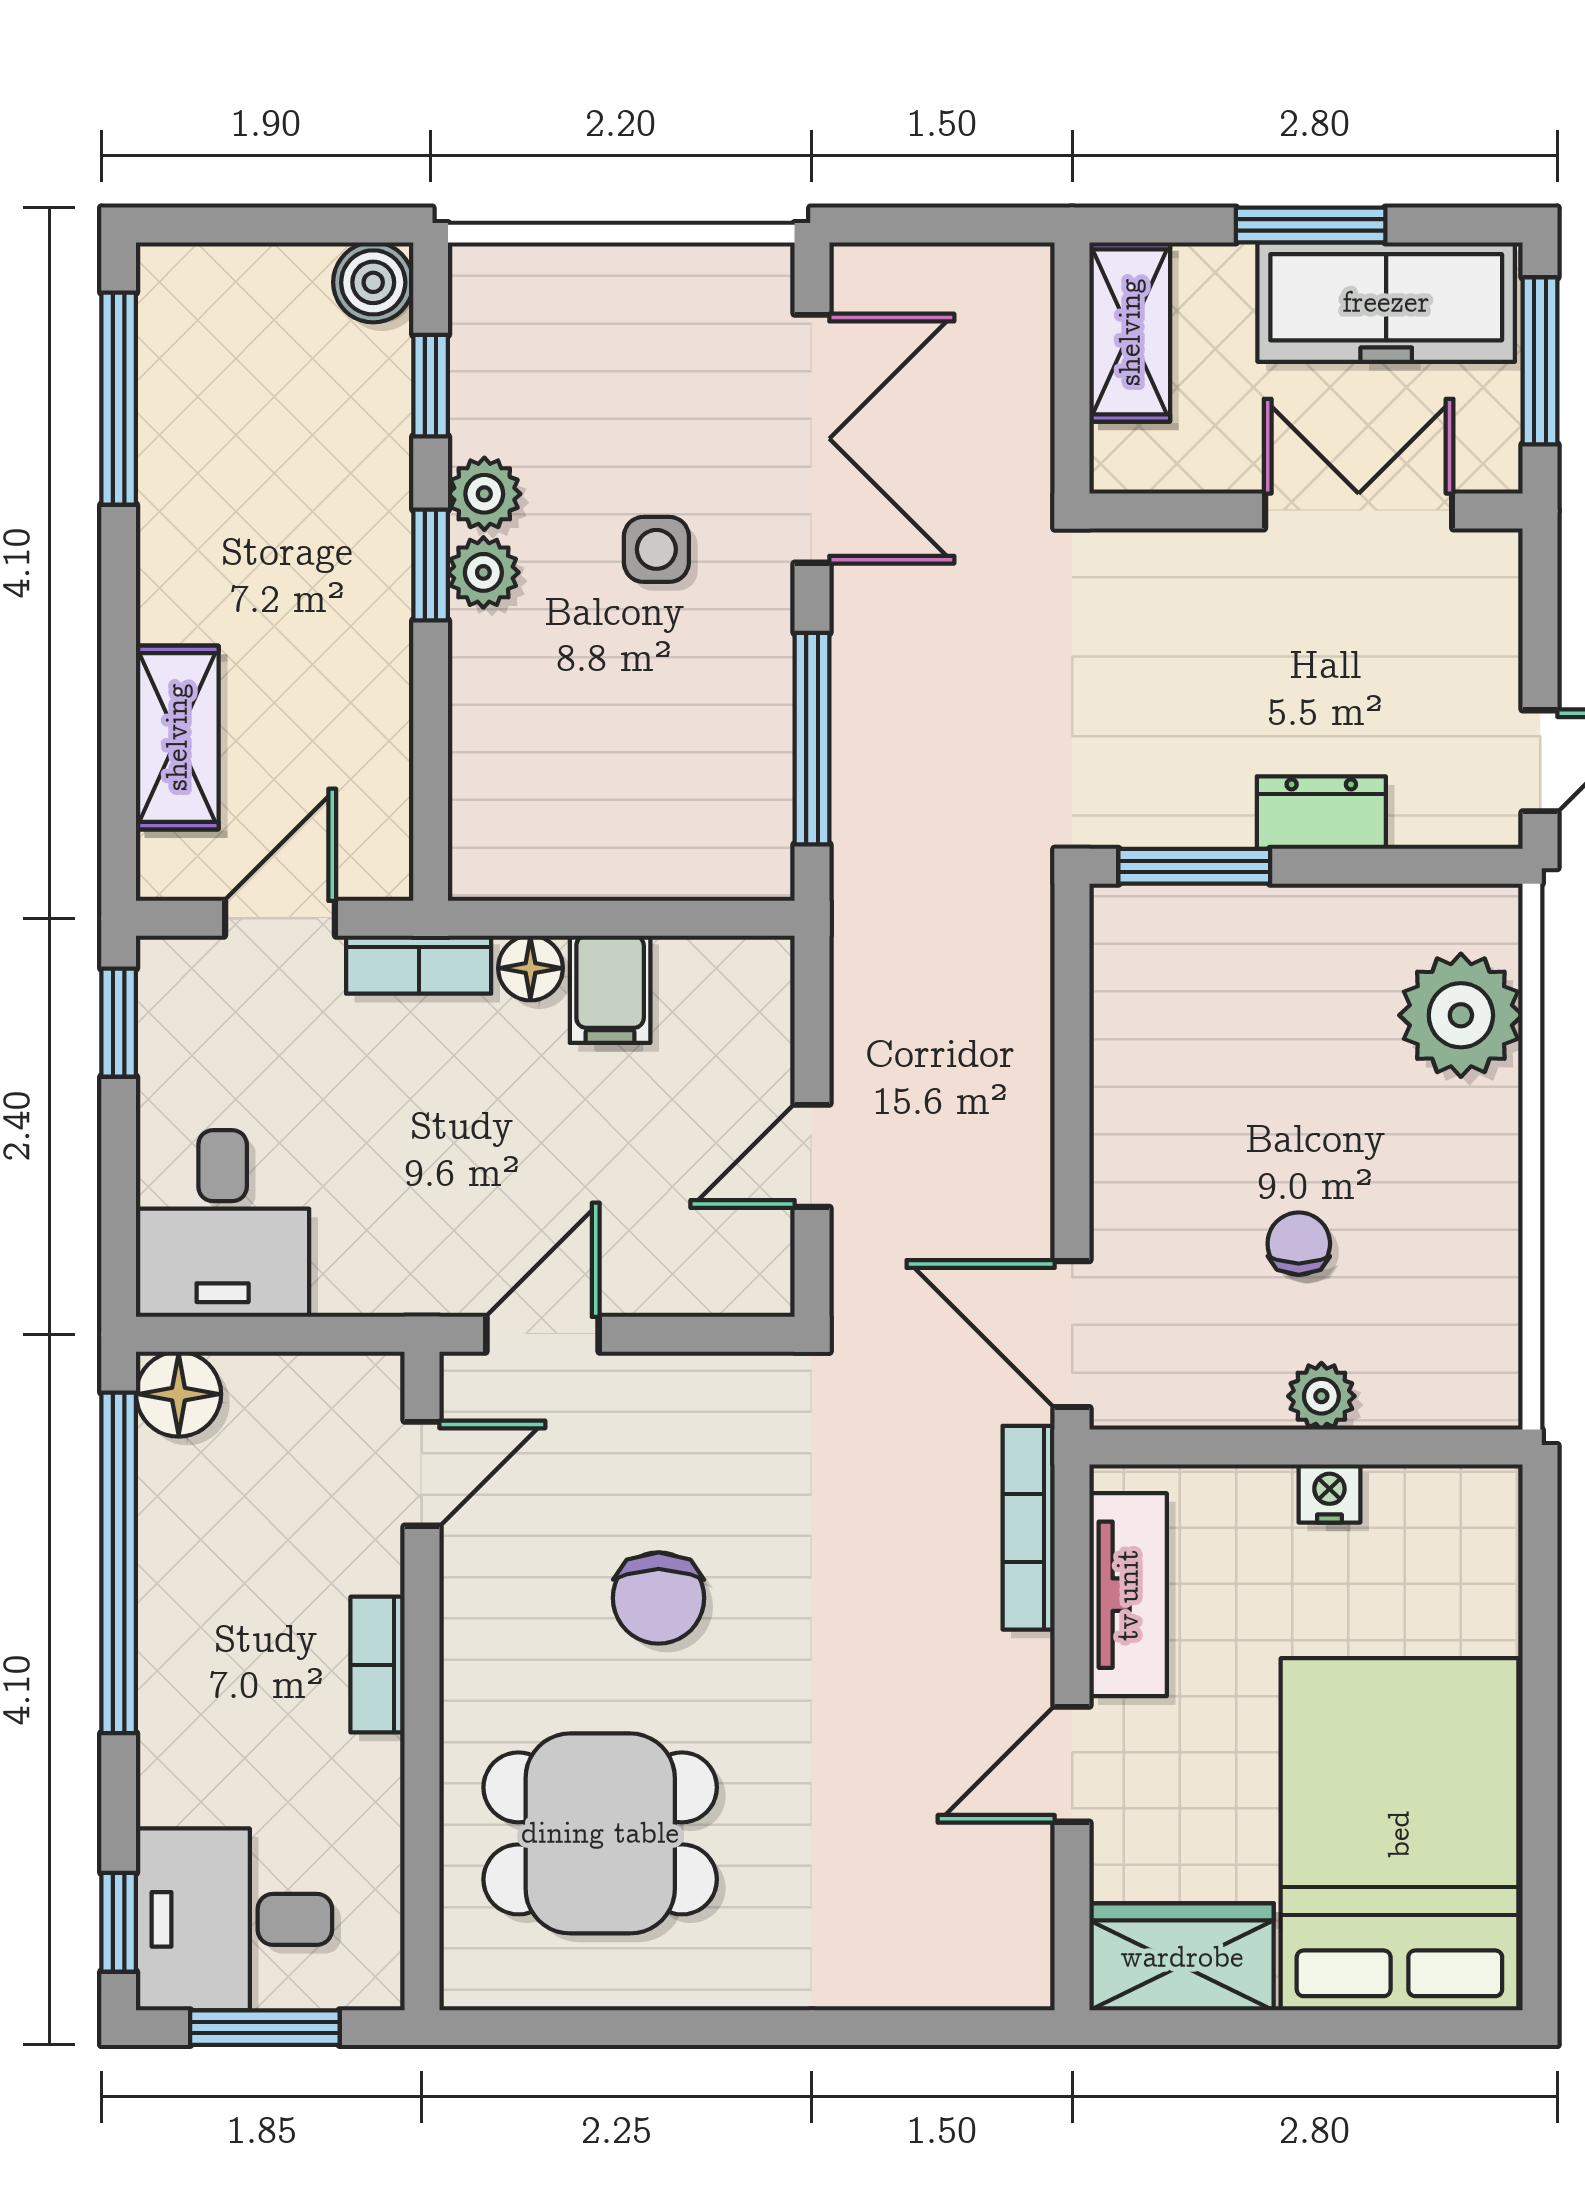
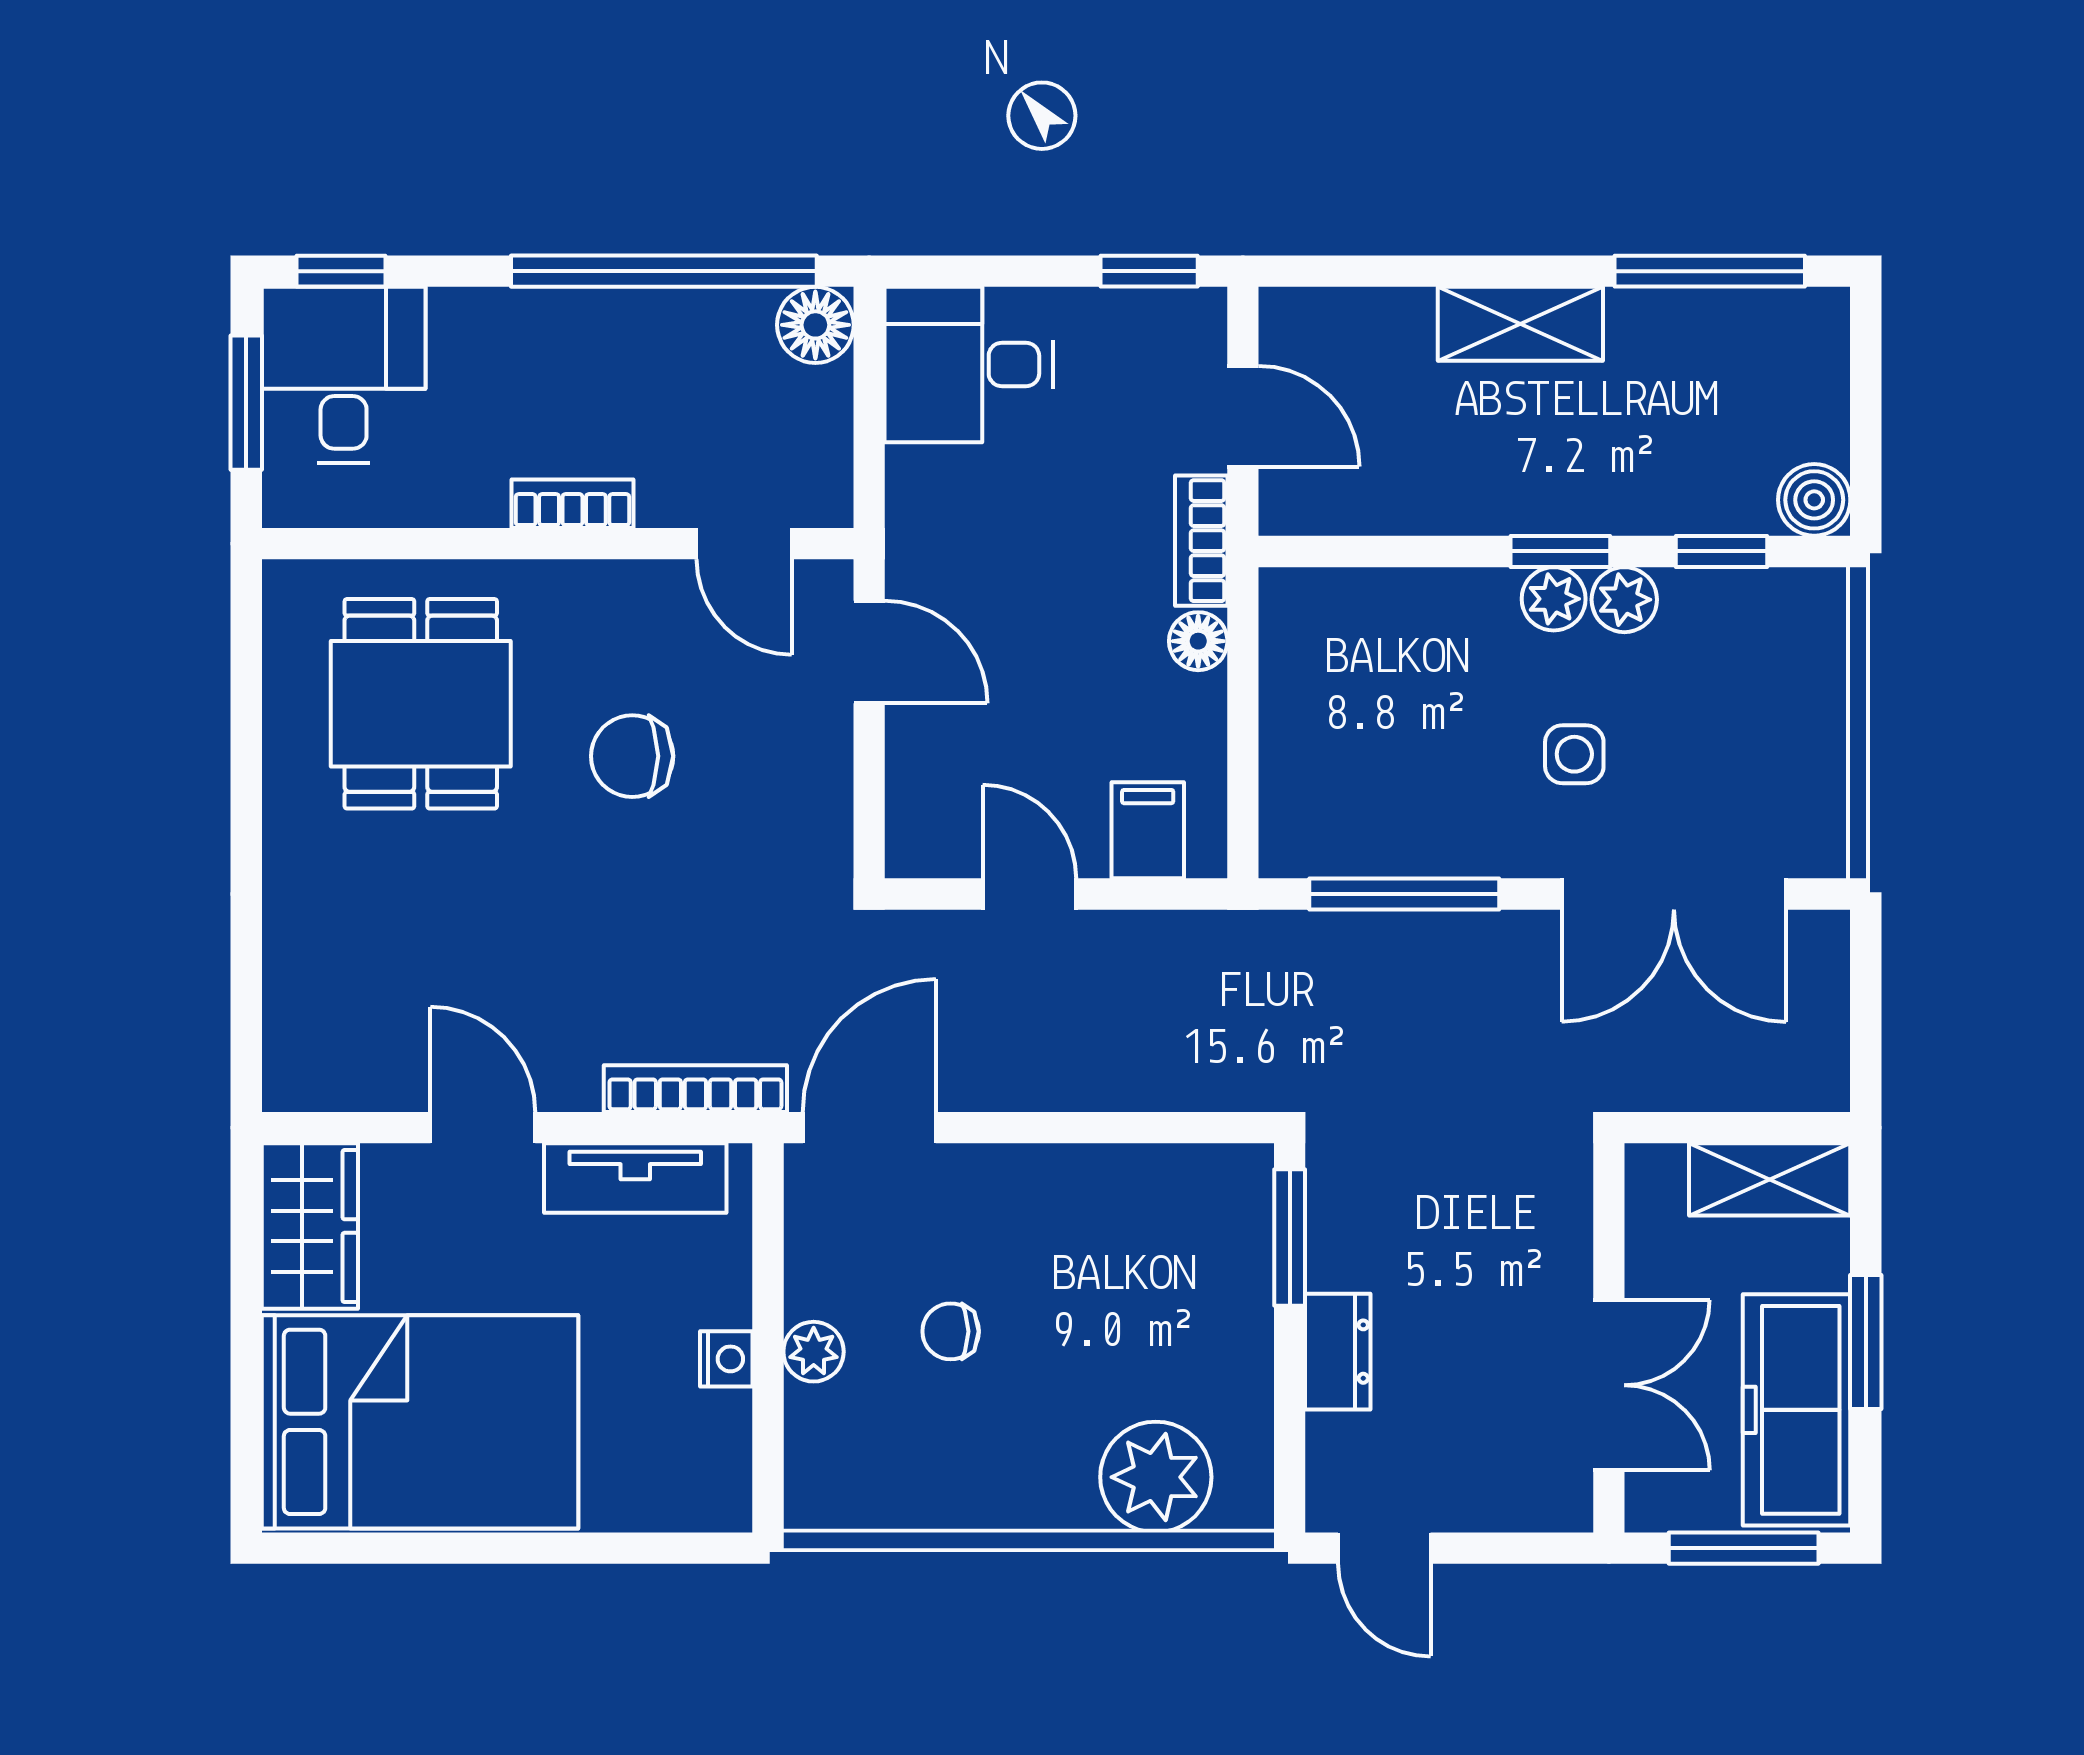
shelving: (177, 737) -> (1520, 324), moved
filing cabinet: (610, 989) -> (1148, 830), moved, turned 90
chair: (1299, 1244) -> (951, 1331), turned 180

